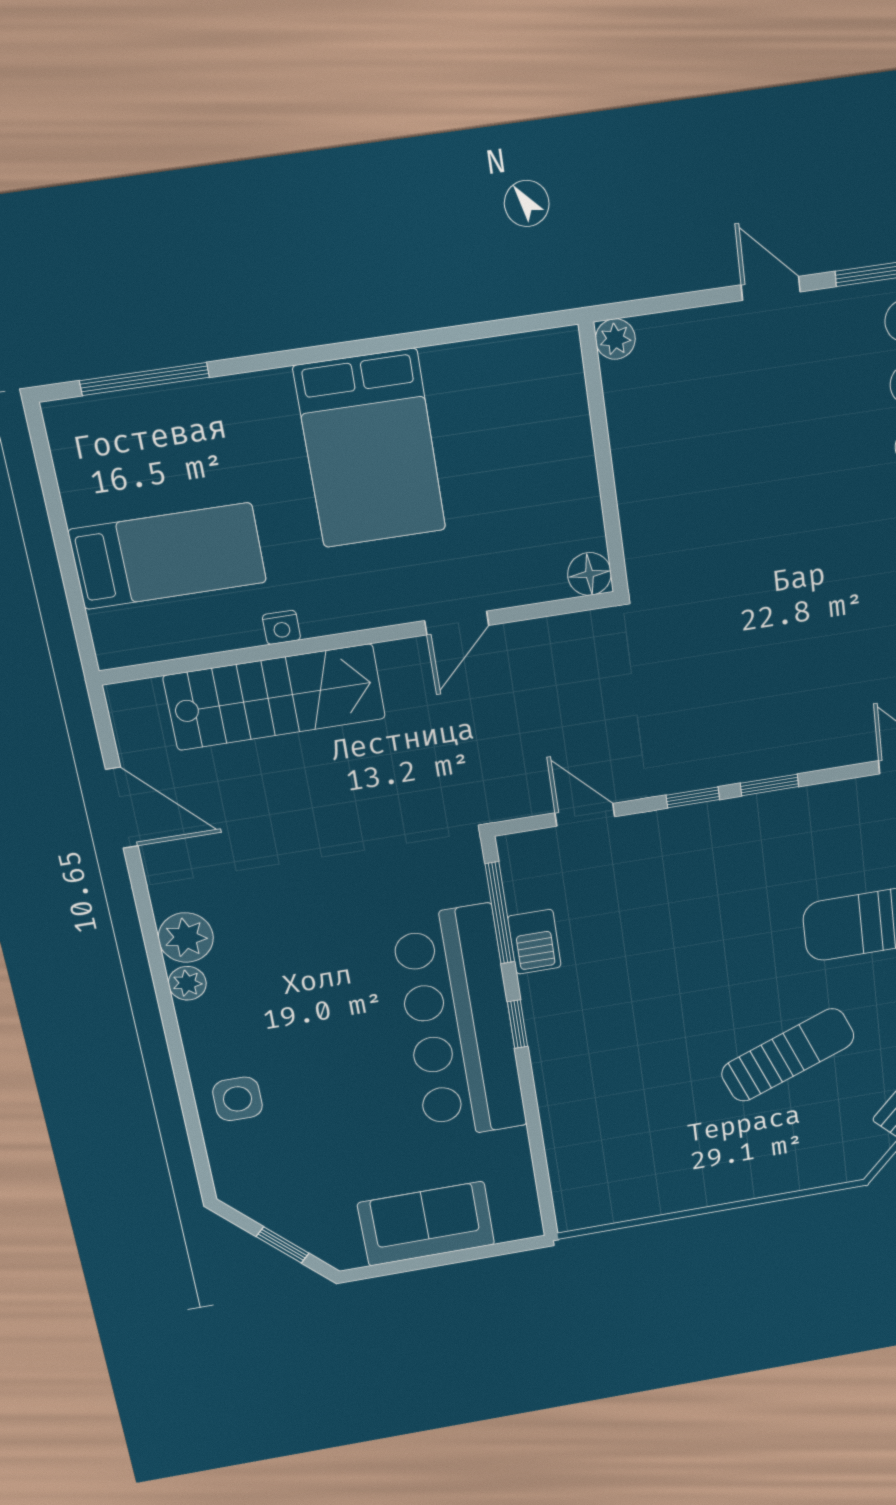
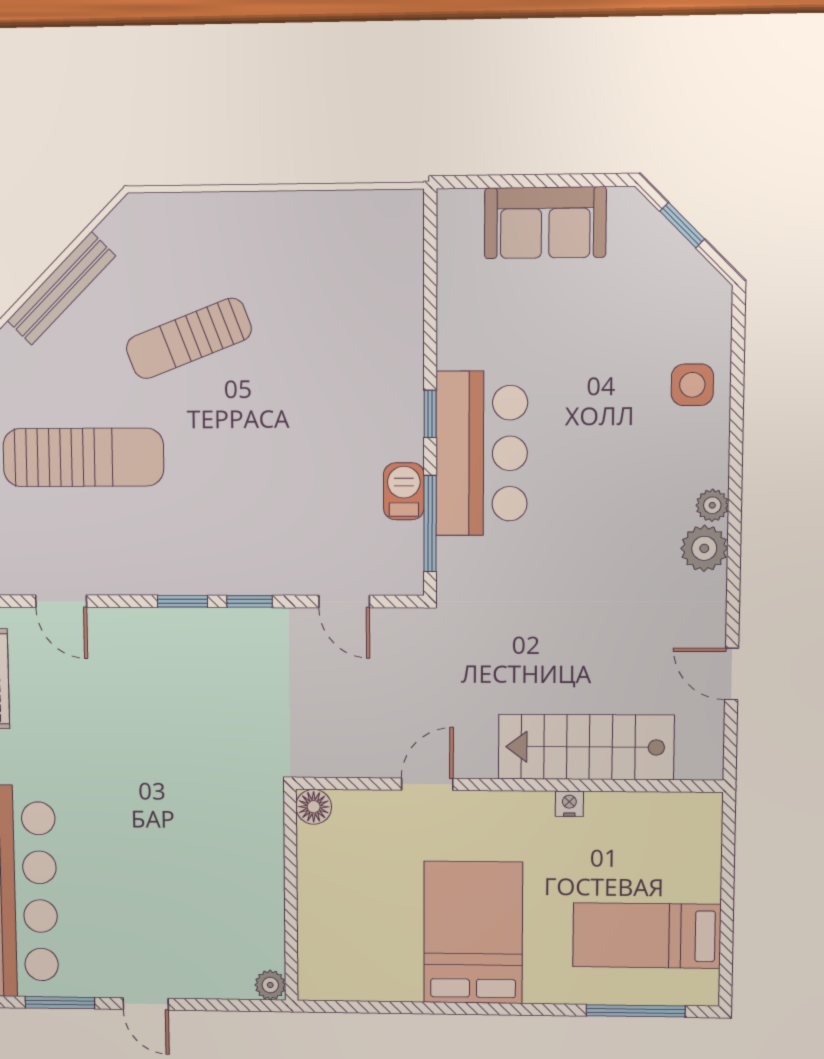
bed: (168, 556) -> (647, 936), moved
door: (122, 808) -> (732, 674), width x0.73
bar counter: (460, 1024) -> (482, 453), width x0.73

